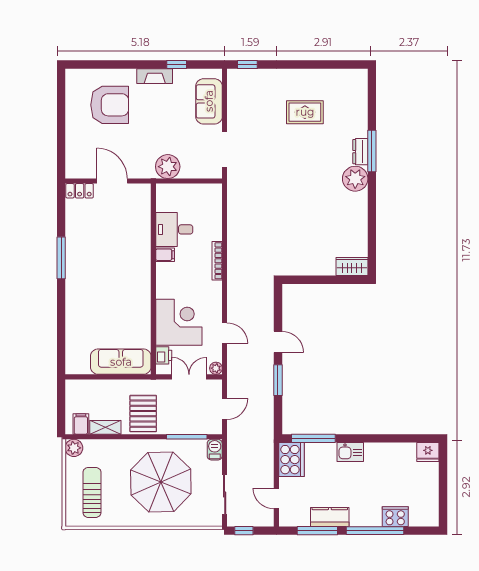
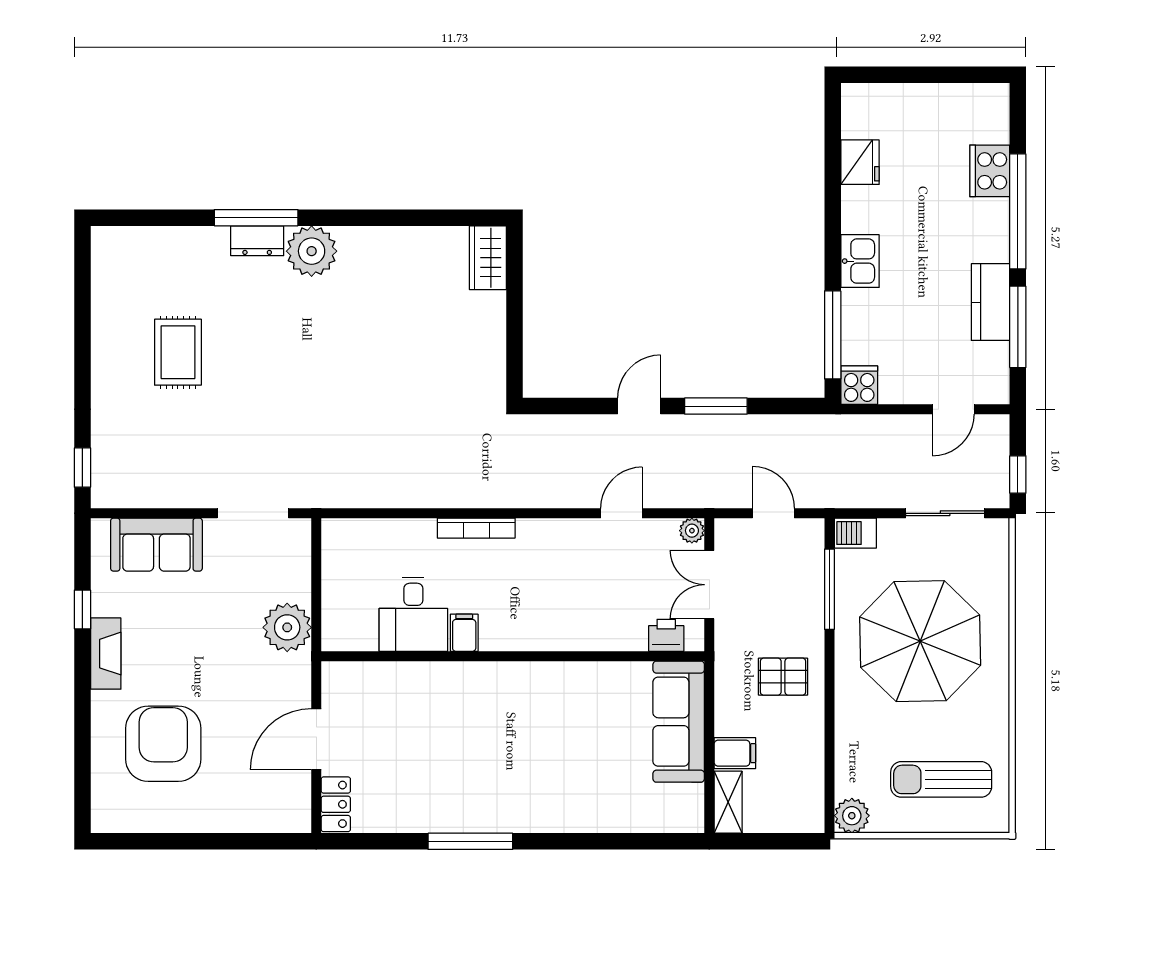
corner desk: (179, 322) -> (600, 605), removed
pallet: (143, 414) -> (783, 677), width x0.67, depth x0.71
filing cabinet: (81, 424) -> (735, 753), moved, turned 180
shelving: (105, 427) -> (728, 802), moved
fridge: (428, 452) -> (860, 162), moved
cooker: (291, 460) -> (859, 385), width x0.53, depth x0.76

